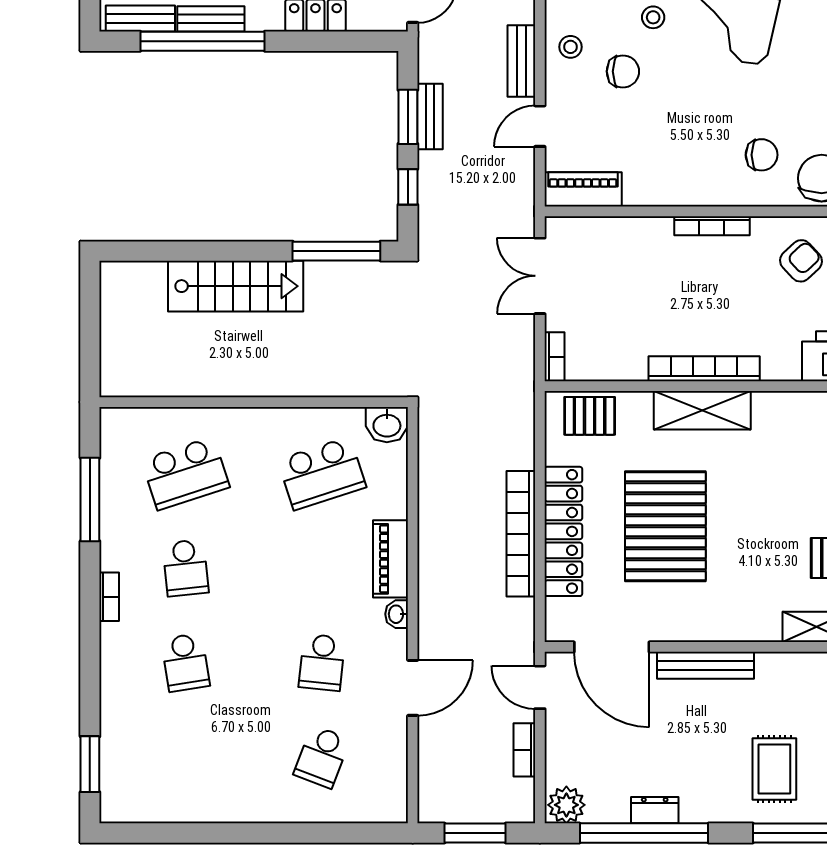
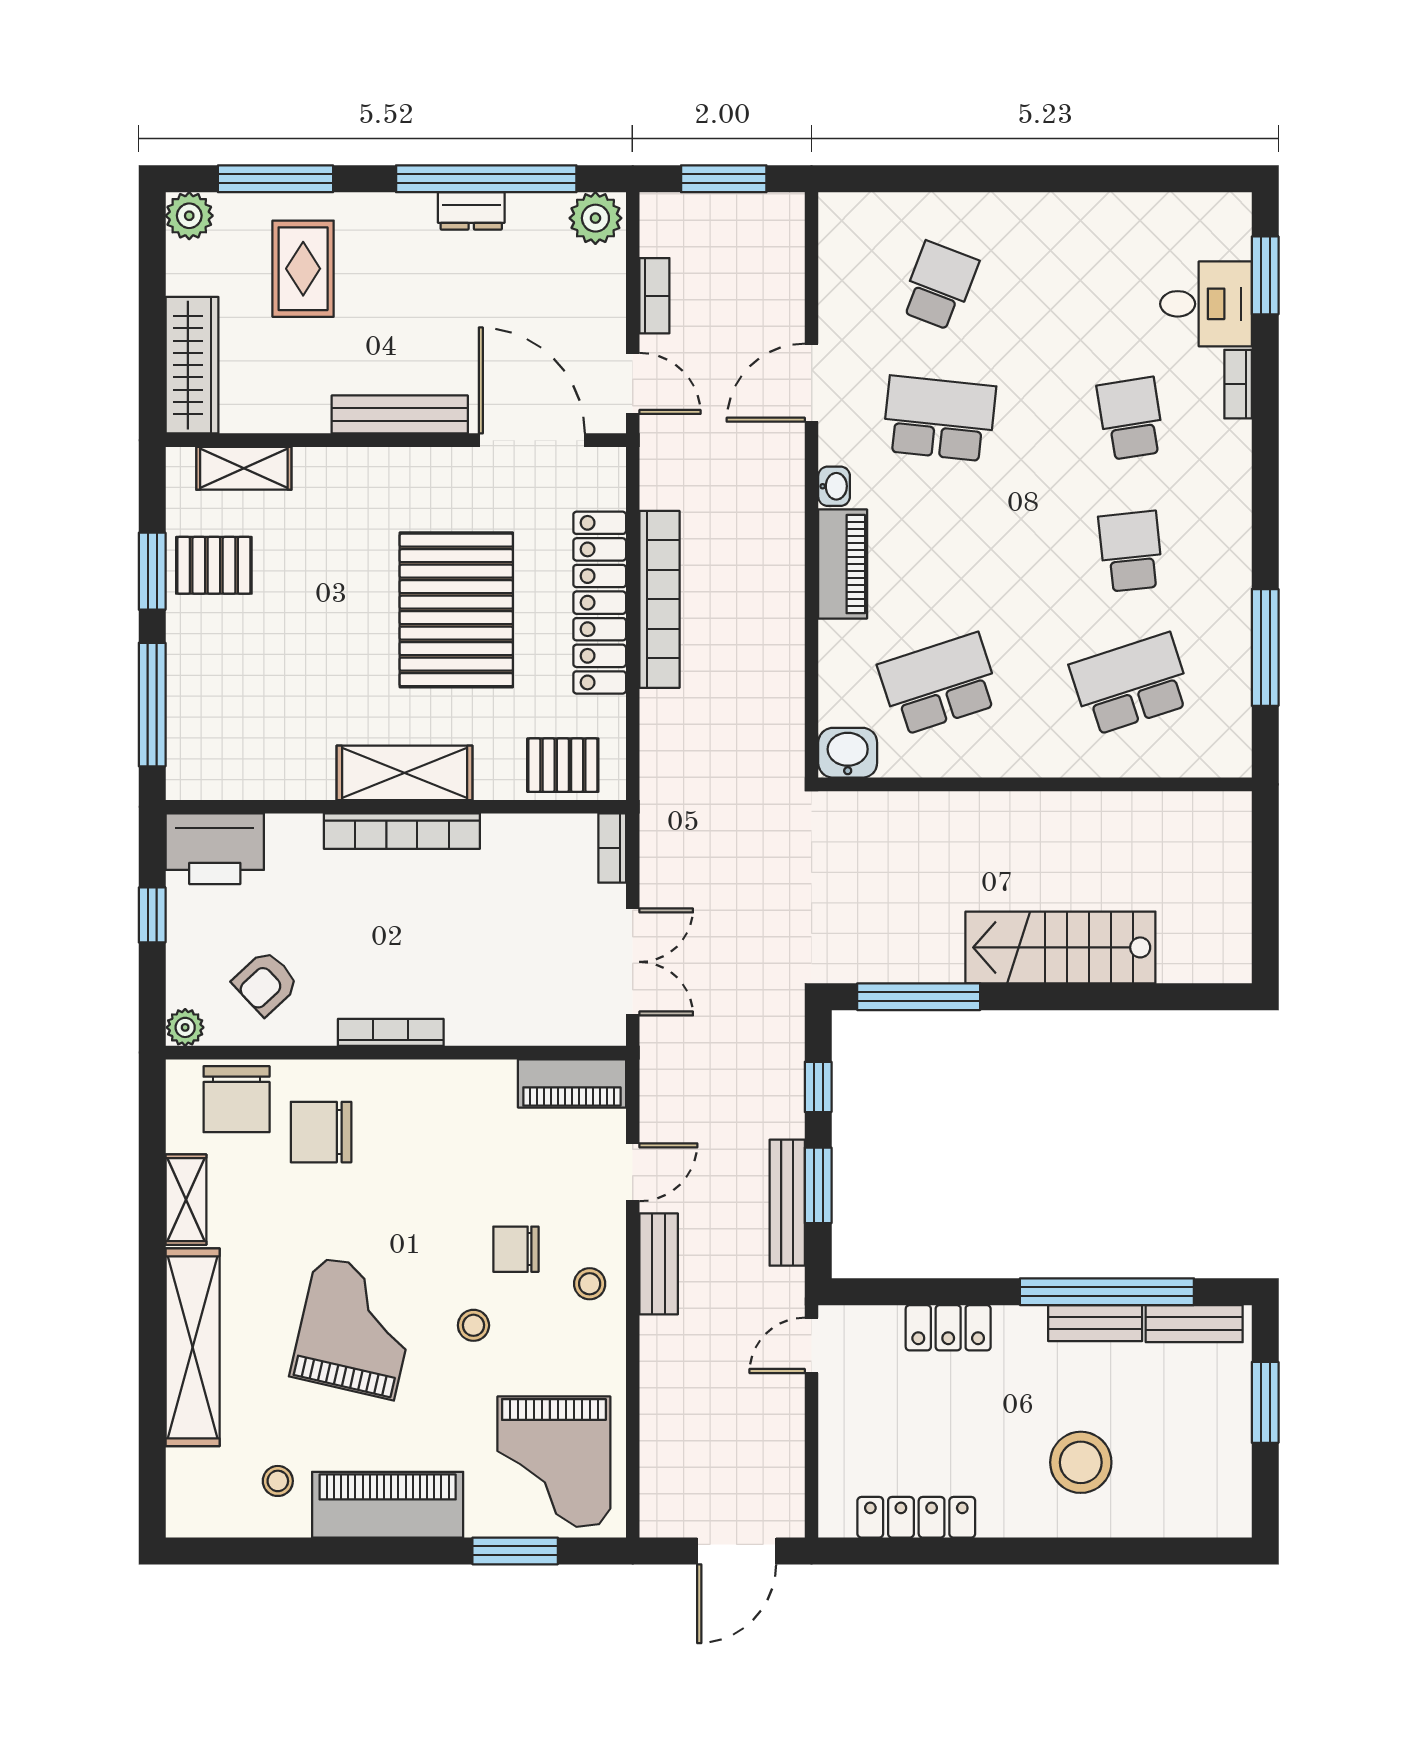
bench: (430, 117) -> (787, 1203), width x1.36
chair: (762, 155) -> (321, 1132), width x1.37, depth x1.37
bookcase: (109, 597) -> (1238, 384), moved
school desk: (322, 662) -> (939, 419), width x1.85
desk: (132, 744) -> (1206, 304), added

